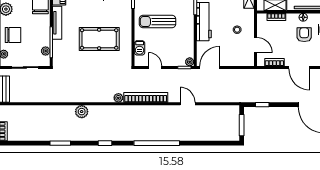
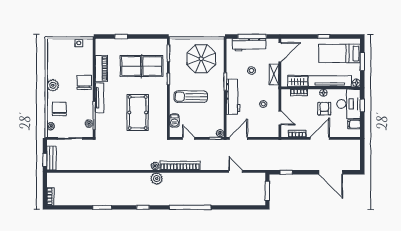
chair: (13, 35) -> (59, 109), turned -90
pool table: (99, 39) -> (138, 112), turned 90
door: (299, 67) -> (320, 138), swing flipped
door: (188, 104) -> (236, 171), moved
plant: (82, 112) -> (157, 179), moved

